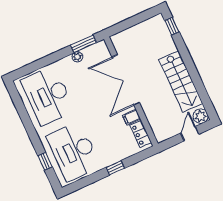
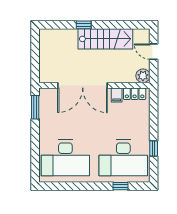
window: (172, 26) -> (84, 25), moved
plant: (77, 57) -> (44, 118), removed
plant: (201, 116) -> (143, 76), moved
window: (115, 168) -> (154, 148), moved

